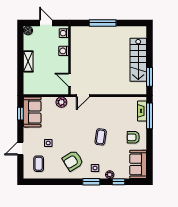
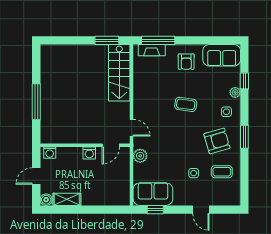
washing machine: (64, 51) -> (89, 153), moved
stairs: (138, 60) -> (119, 73), moved, turned 90
shelving: (28, 61) -> (67, 199), moved
armchair: (73, 161) -> (217, 141), turned -74
coffee table: (39, 164) -> (222, 172), moved
window: (91, 182) -> (244, 137), moved

